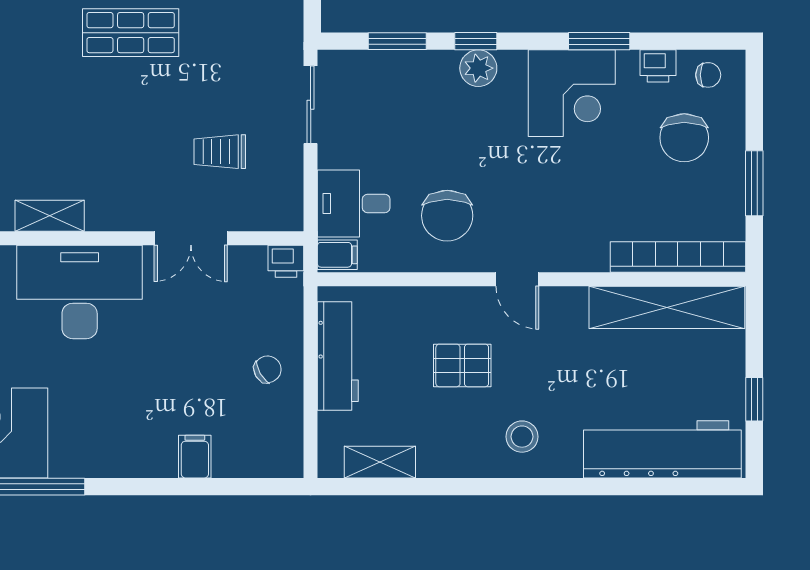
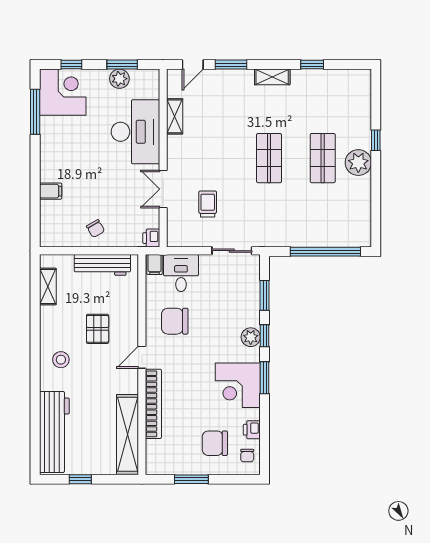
window: (599, 41) -> (265, 378), moved
bookcase: (678, 257) -> (153, 404), moved

